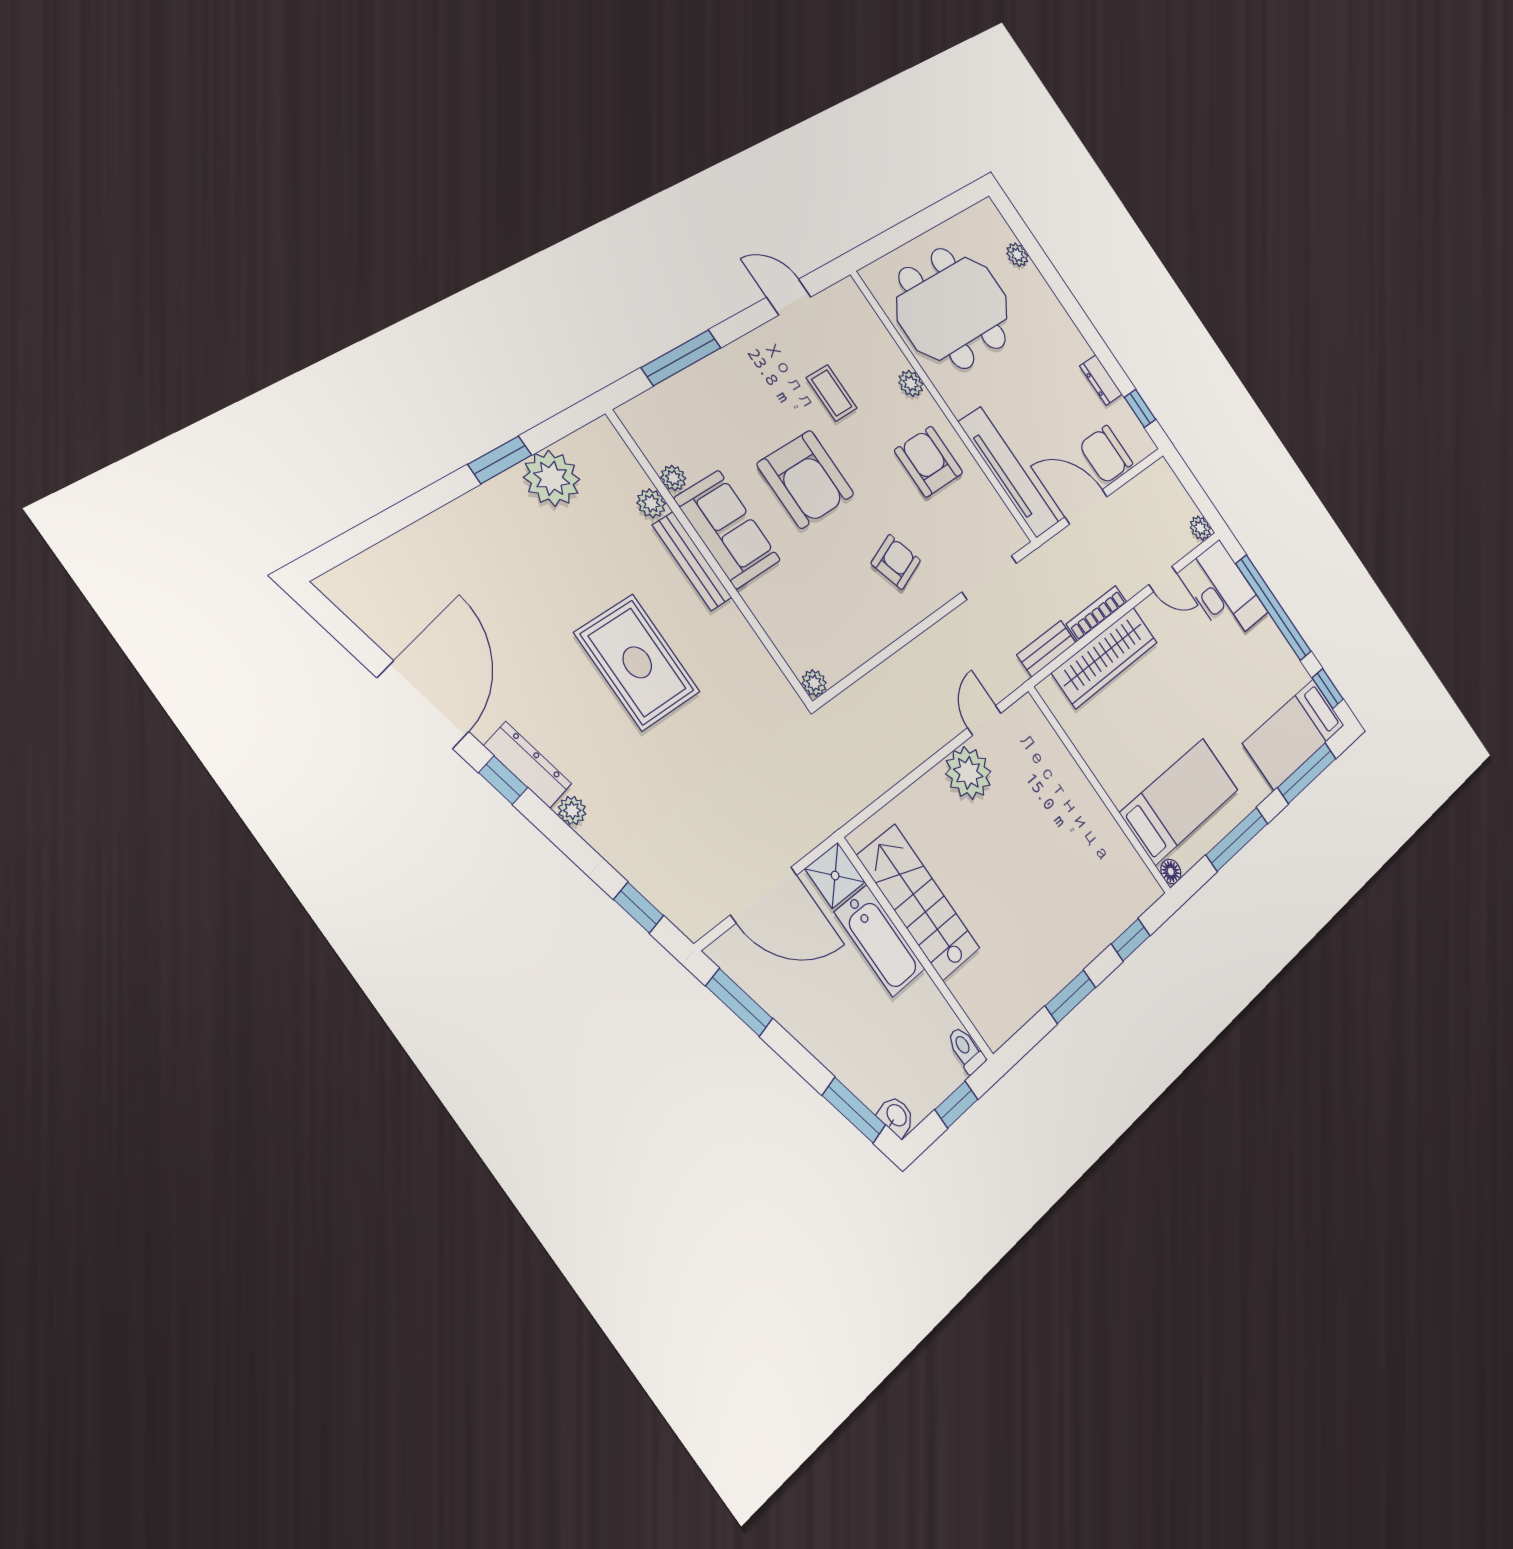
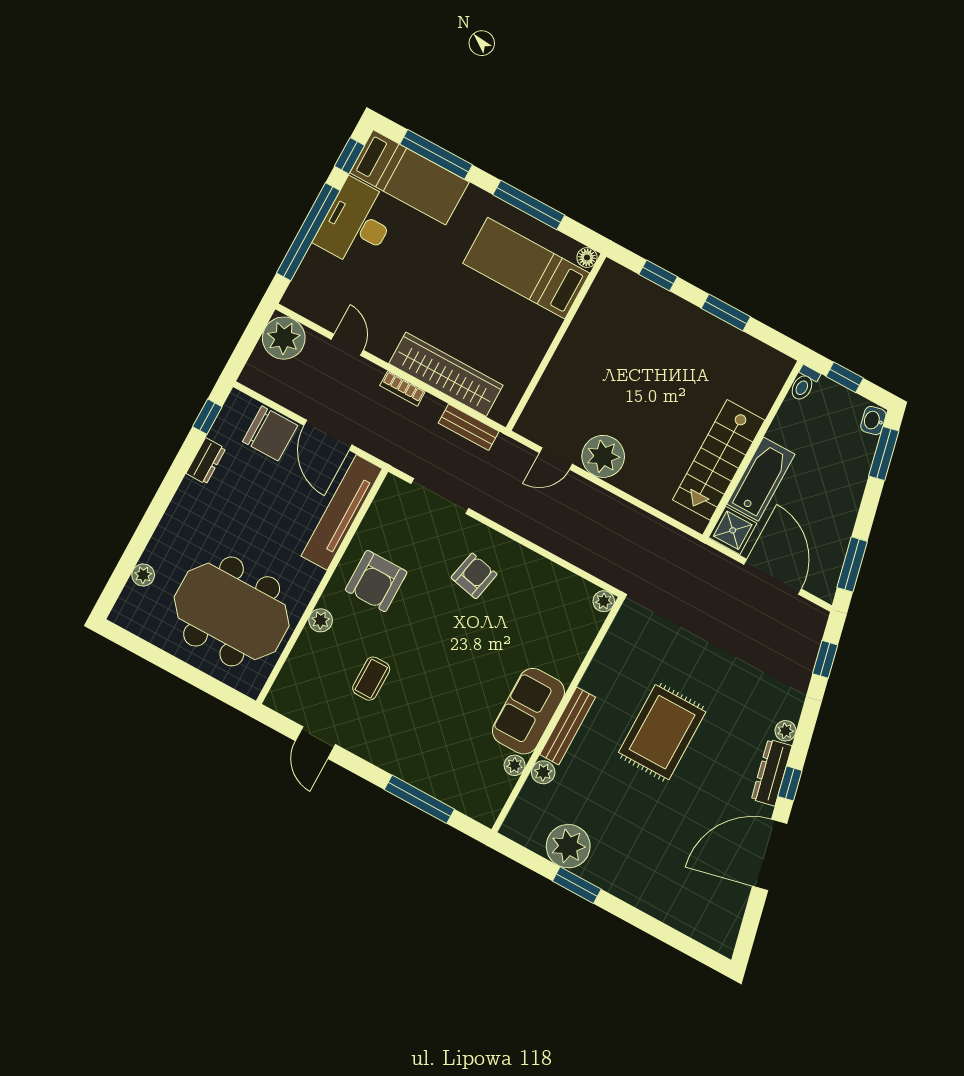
armchair: (806, 479) -> (453, 670), removed
plant: (1200, 528) -> (284, 338), width x1.87, depth x1.87
armchair: (896, 562) -> (474, 576), turned 121
desk: (1224, 592) -> (357, 223), moved
bookcase: (1097, 613) -> (403, 388), width x0.64

